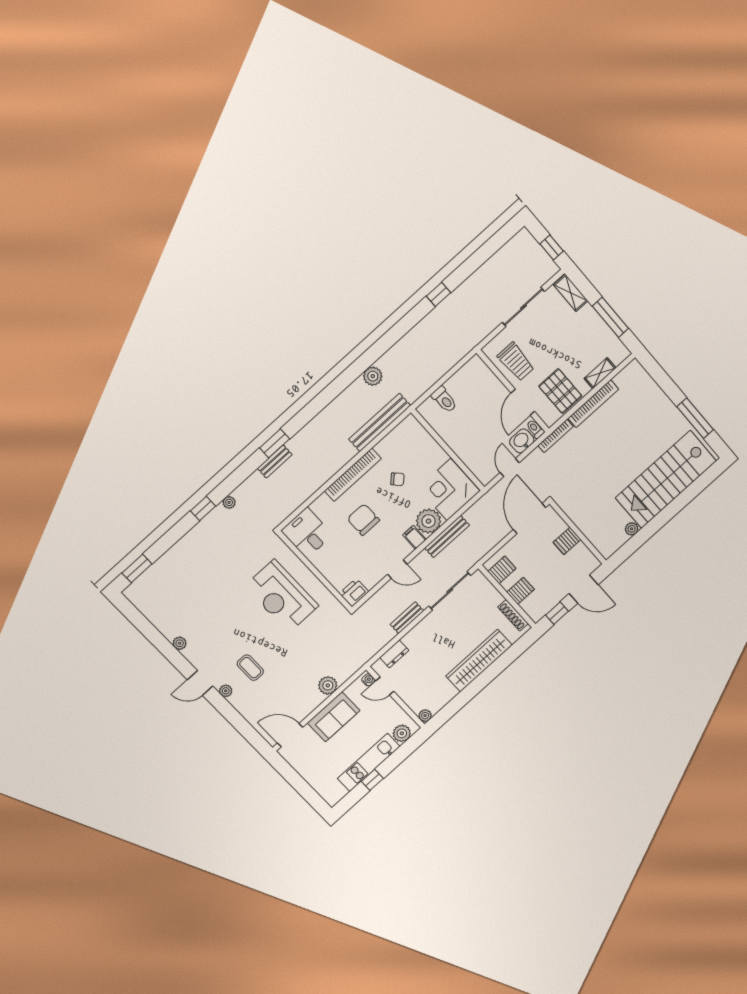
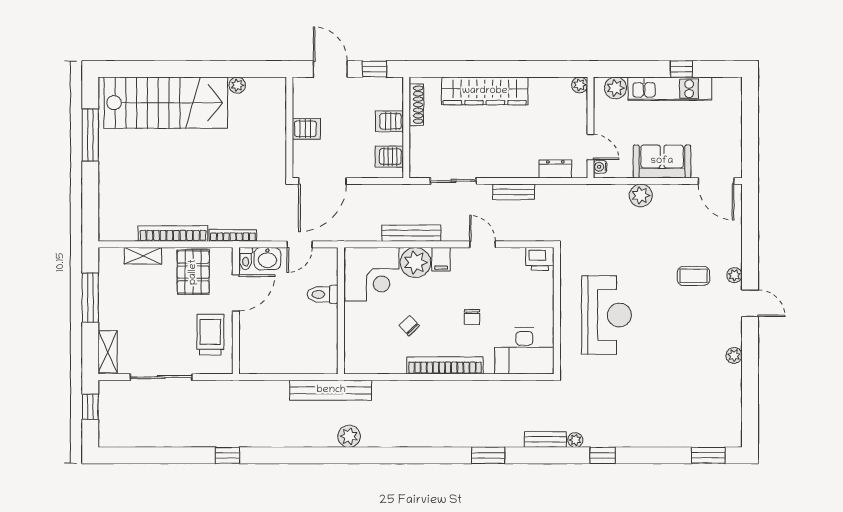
toilet: (444, 400) -> (323, 294), moved, turned -90
bench: (380, 422) -> (331, 390), moved
bench: (275, 461) -> (545, 439), moved
chair: (363, 520) -> (472, 317), width x0.54, depth x0.54
desk: (307, 533) -> (524, 351), width x1.37
sliding door: (450, 591) -> (453, 181), width x0.73
coffee table: (250, 668) -> (694, 276), turned 90

